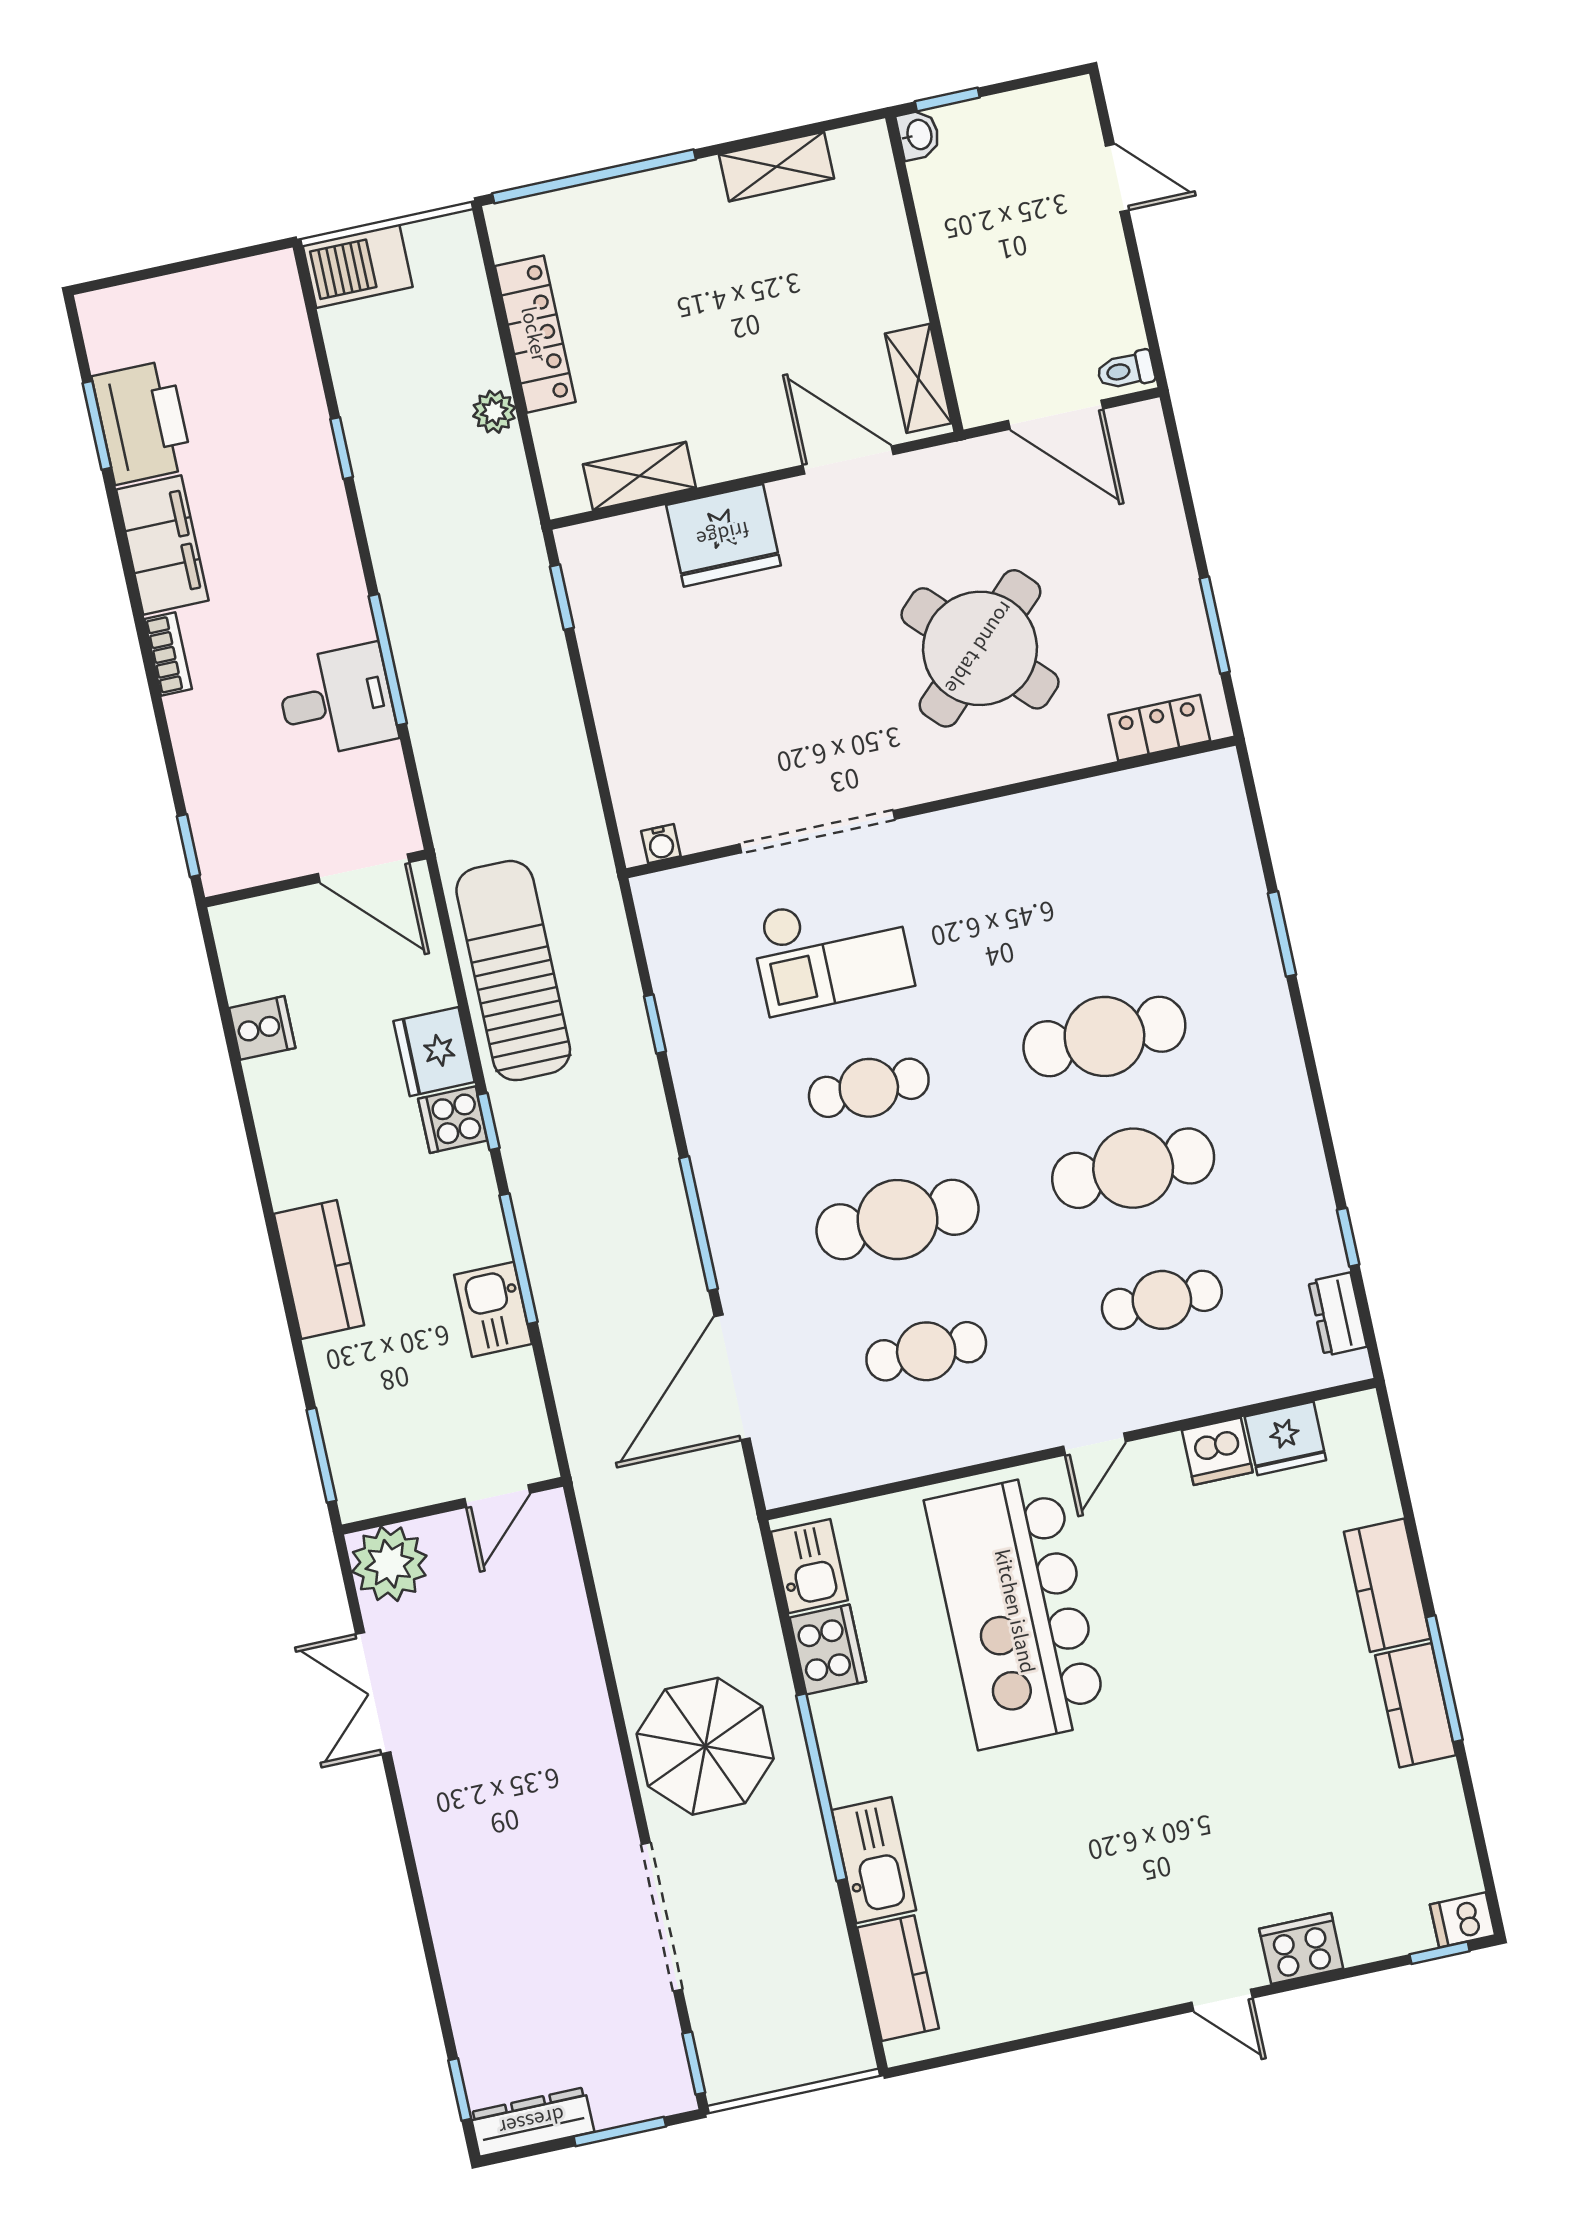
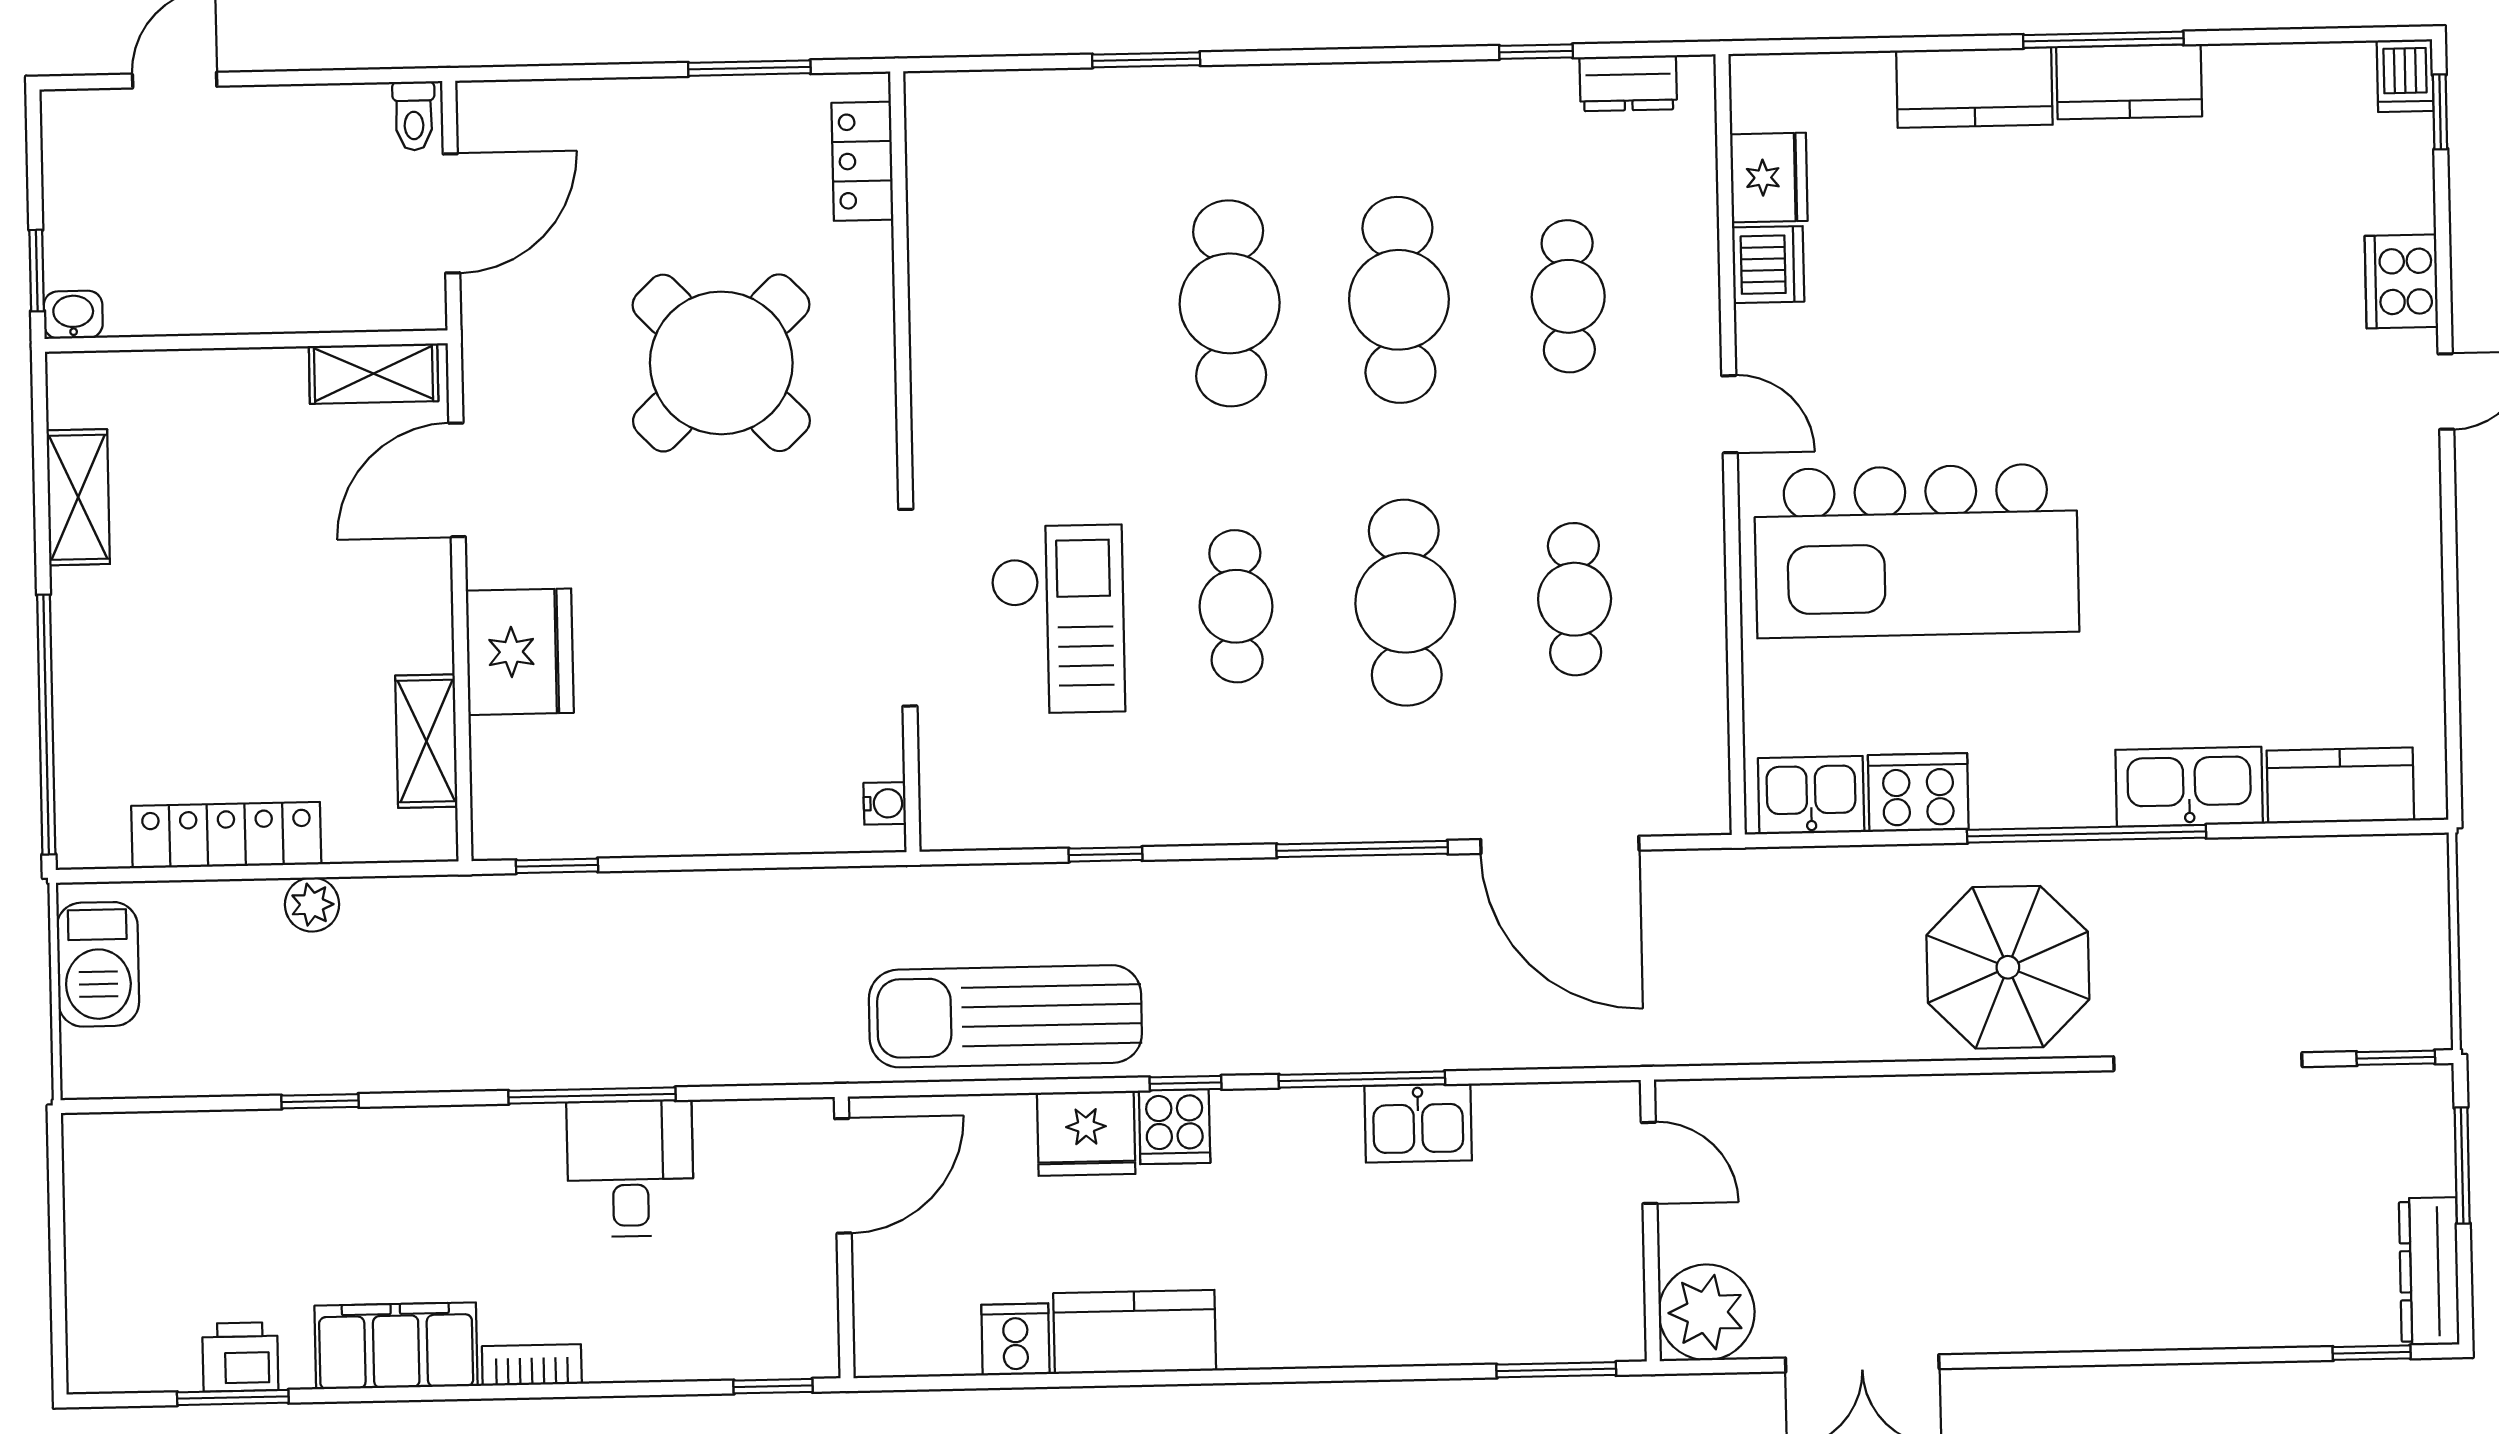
barbecue: (358, 266) -> (98, 964), moved
printer: (142, 422) -> (240, 1357), width x0.53, depth x0.68
kitchen counter: (319, 1270) -> (1135, 1332), moved

